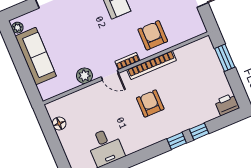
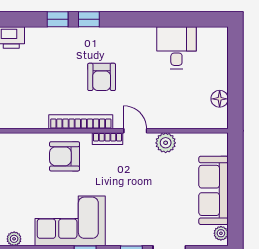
armchair: (153, 35) -> (65, 156), turned 90

